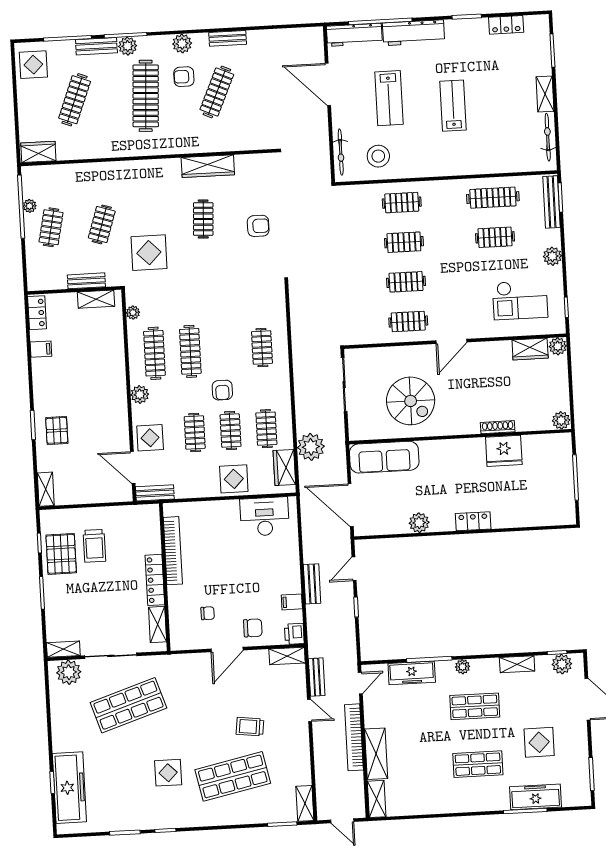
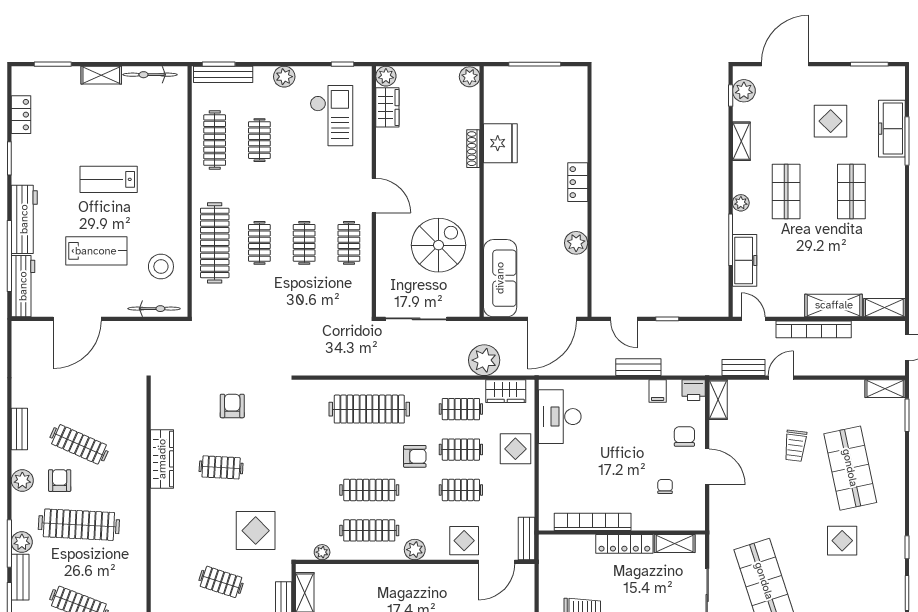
armchair: (184, 77) -> (60, 481), turned 180
clothes rail: (402, 203) -> (215, 243), width x1.86, depth x1.31
clothes rail: (262, 347) -> (369, 409), width x1.86, depth x1.31

